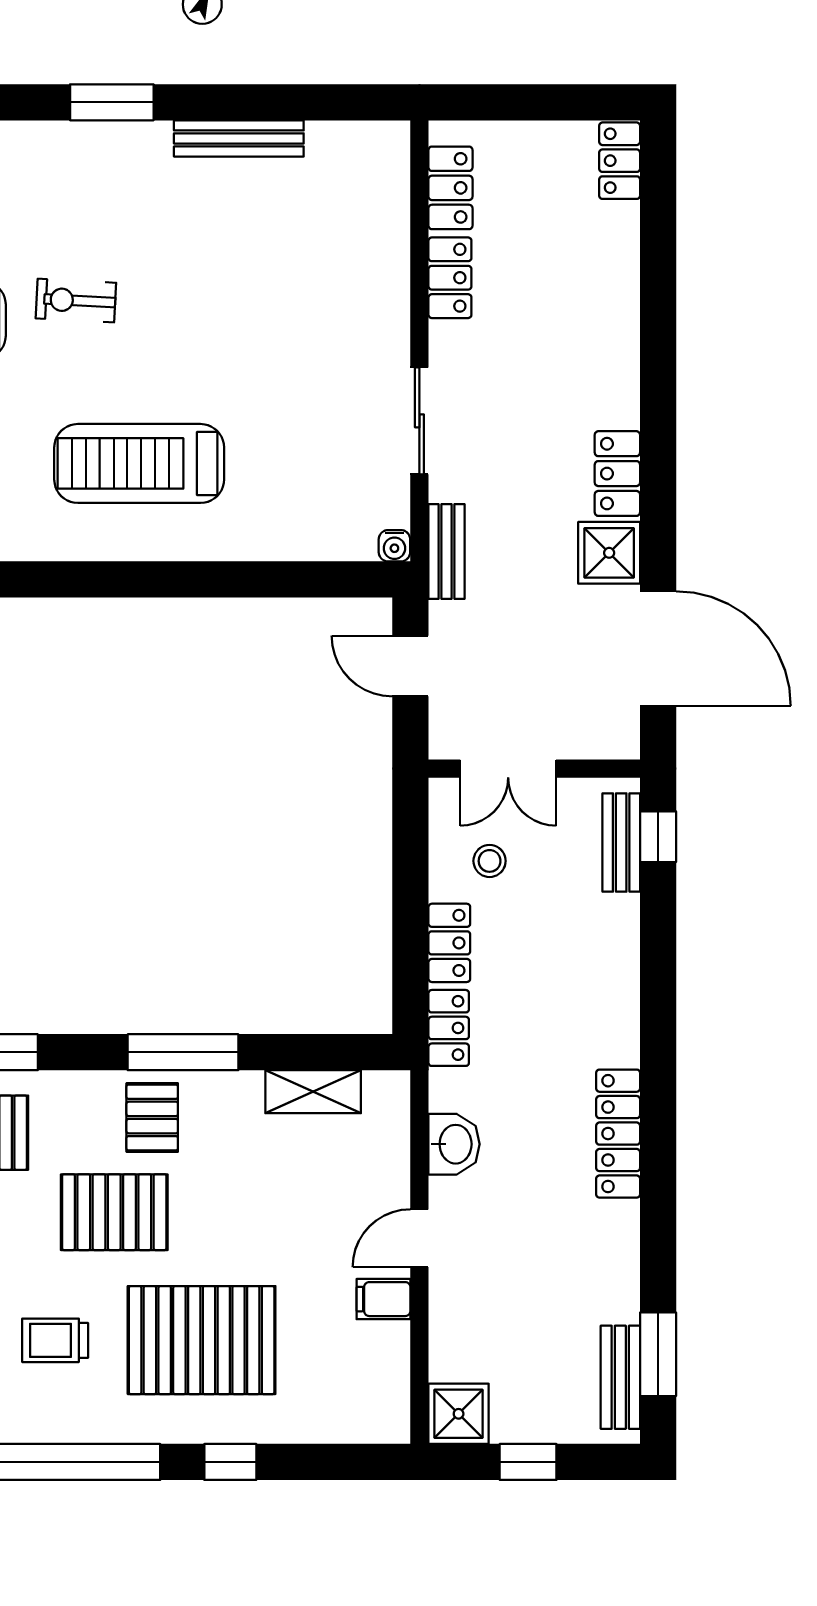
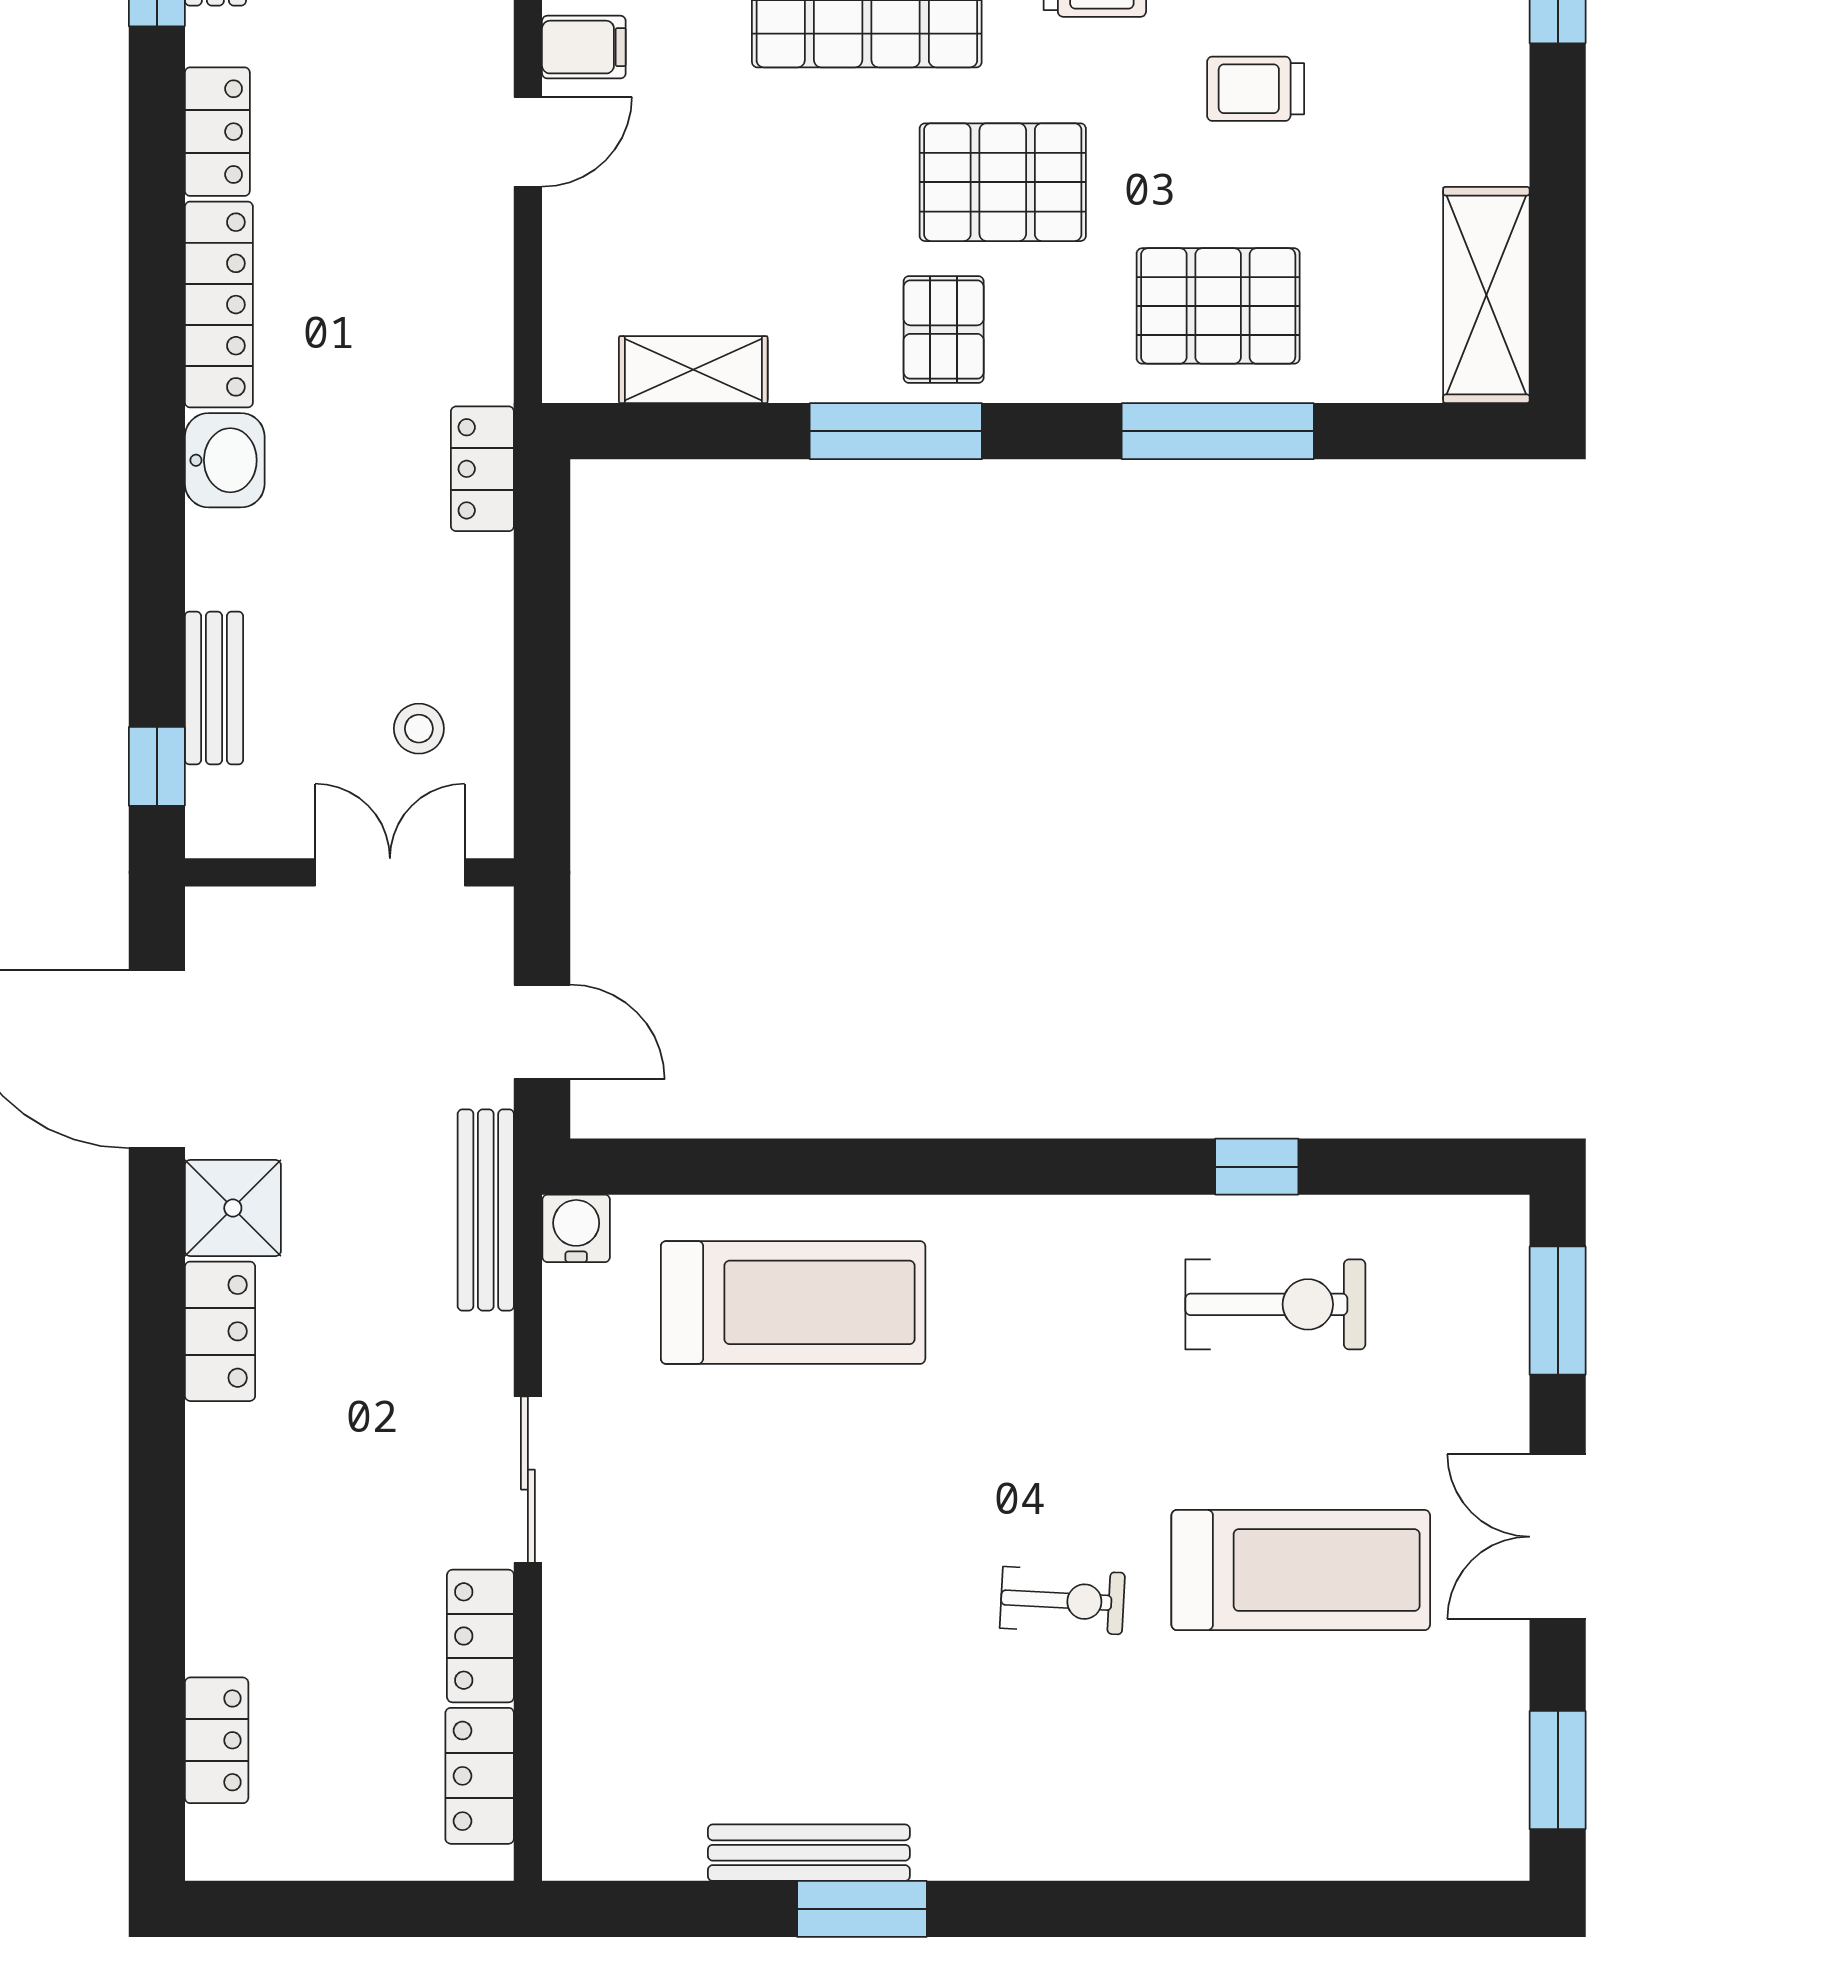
window: (112, 102) -> (862, 1909), moved
locker: (620, 161) -> (217, 1740), moved
sliding door: (419, 421) -> (528, 1480), moved
treadmill: (139, 463) -> (793, 1302), moved
water cooler: (394, 546) -> (576, 1228), width x1.38, depth x1.38
bench: (447, 552) -> (486, 1210), width x1.36
bench: (621, 842) -> (214, 688), moved
locker: (449, 943) -> (217, 132), moved, turned 180
washbasin: (454, 1144) -> (225, 460), moved, turned 180

